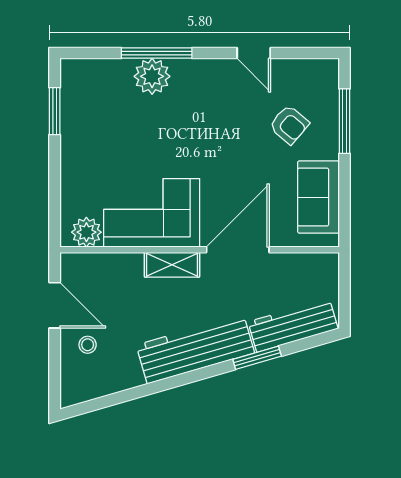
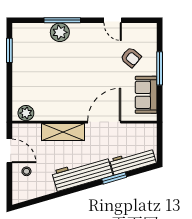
window: (345, 121) -> (160, 68), moved
corner sofa: (152, 213) -> (60, 103), removed
shelving: (172, 265) -> (63, 132), width x1.50, depth x1.33

